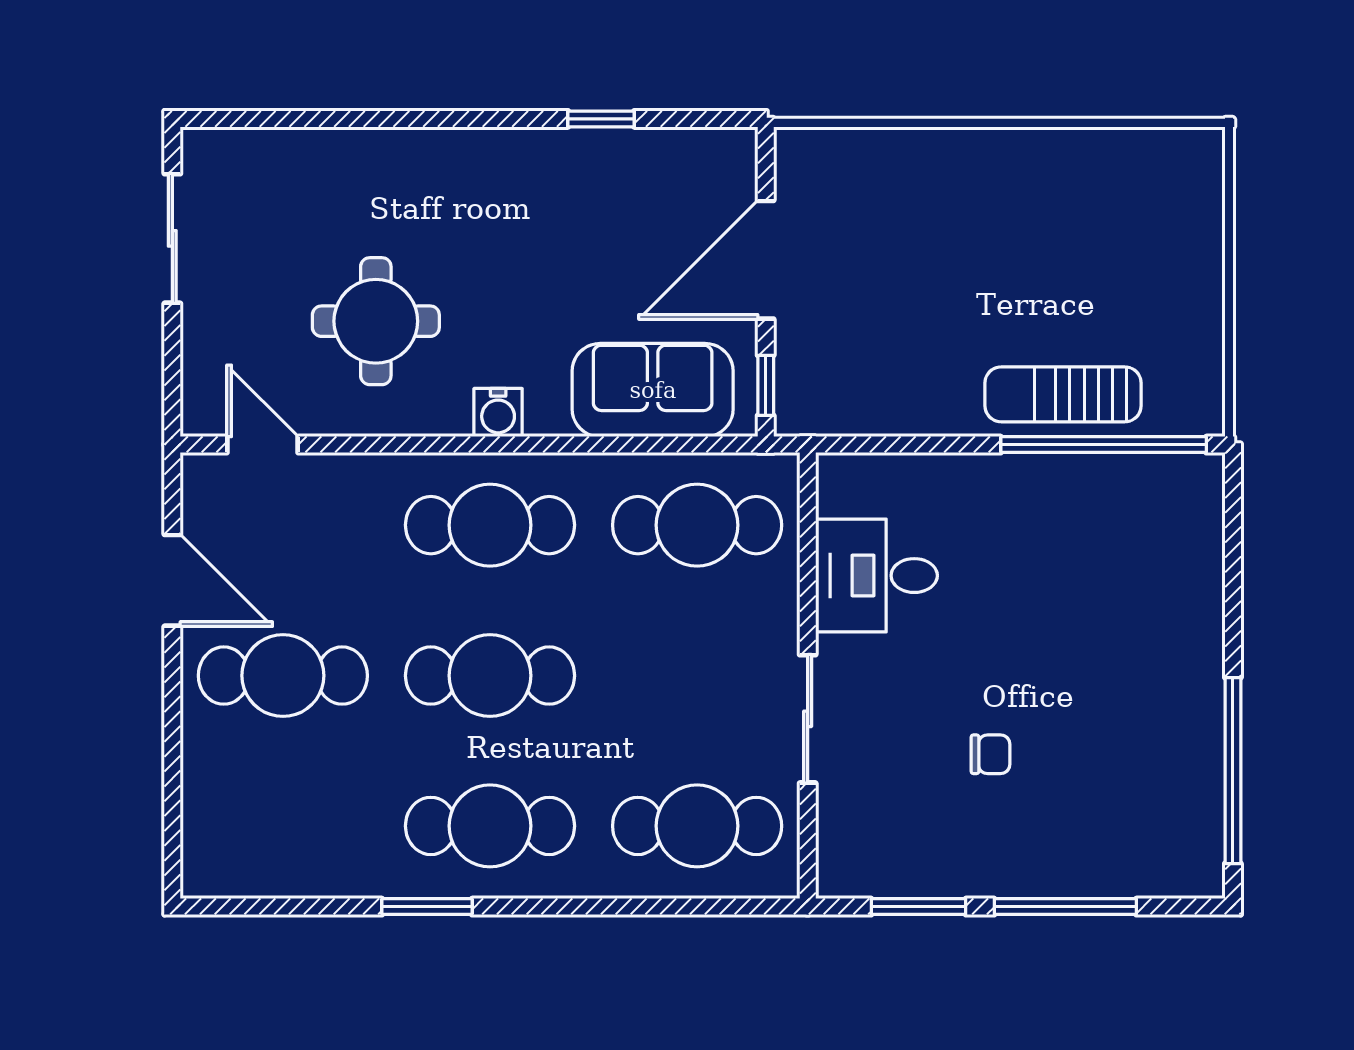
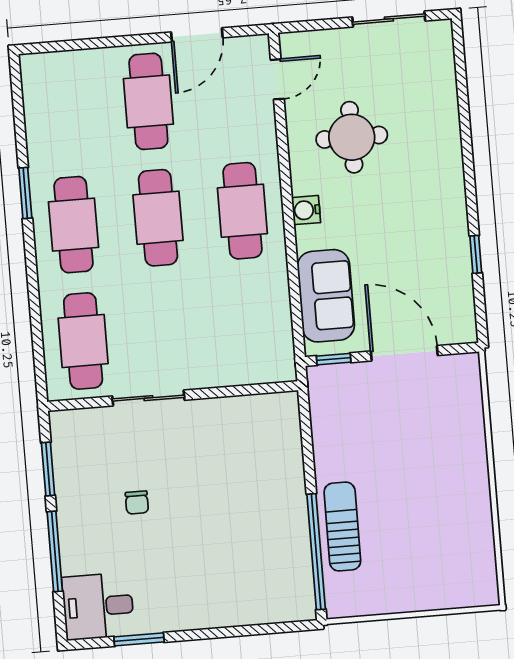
cafe table: (697, 525) -> (252, 327), removed
desk: (876, 576) -> (98, 606), moved, turned -90
window: (1233, 771) -> (139, 639), width x0.47

